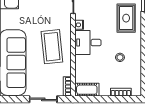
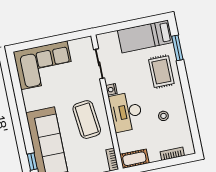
desk: (88, 43) -> (126, 112), width x1.37

